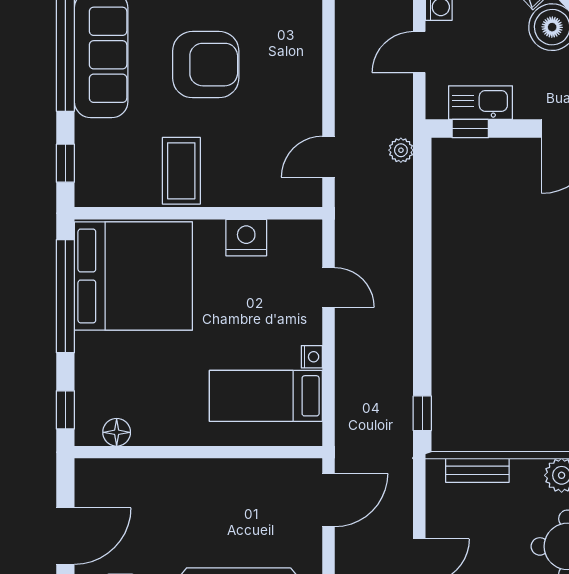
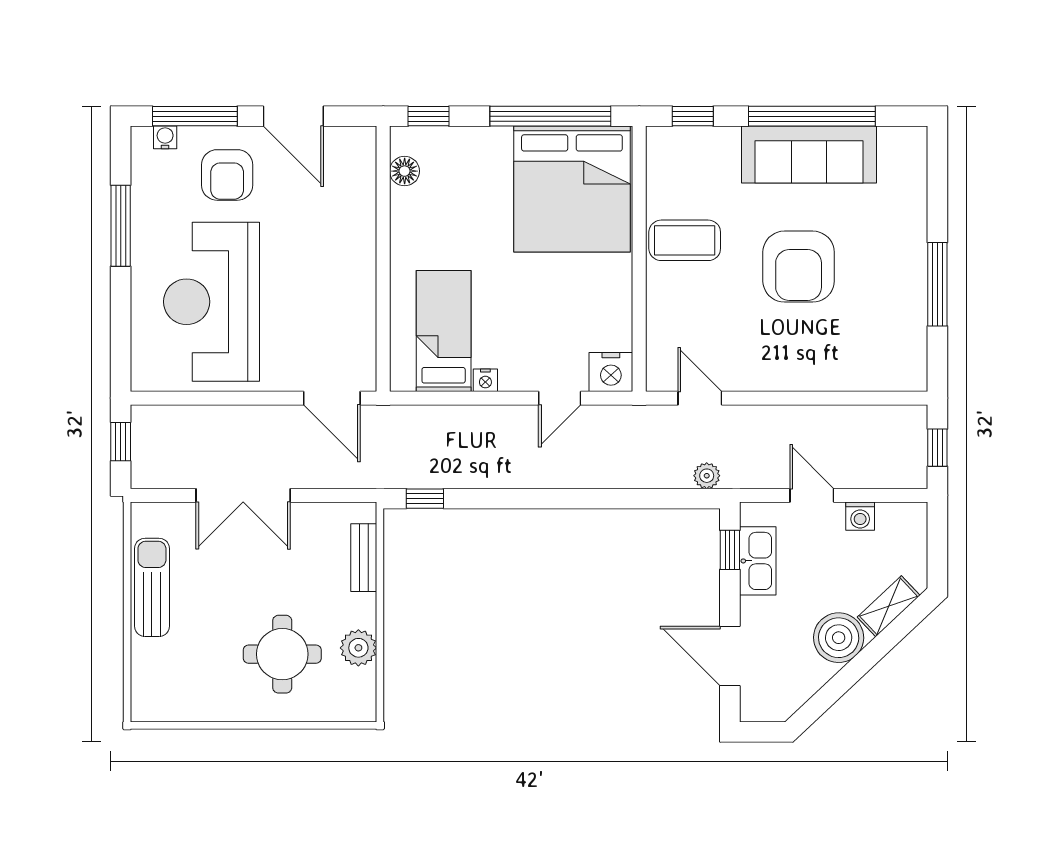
nightstand: (246, 238) -> (611, 372), moved, turned 90

